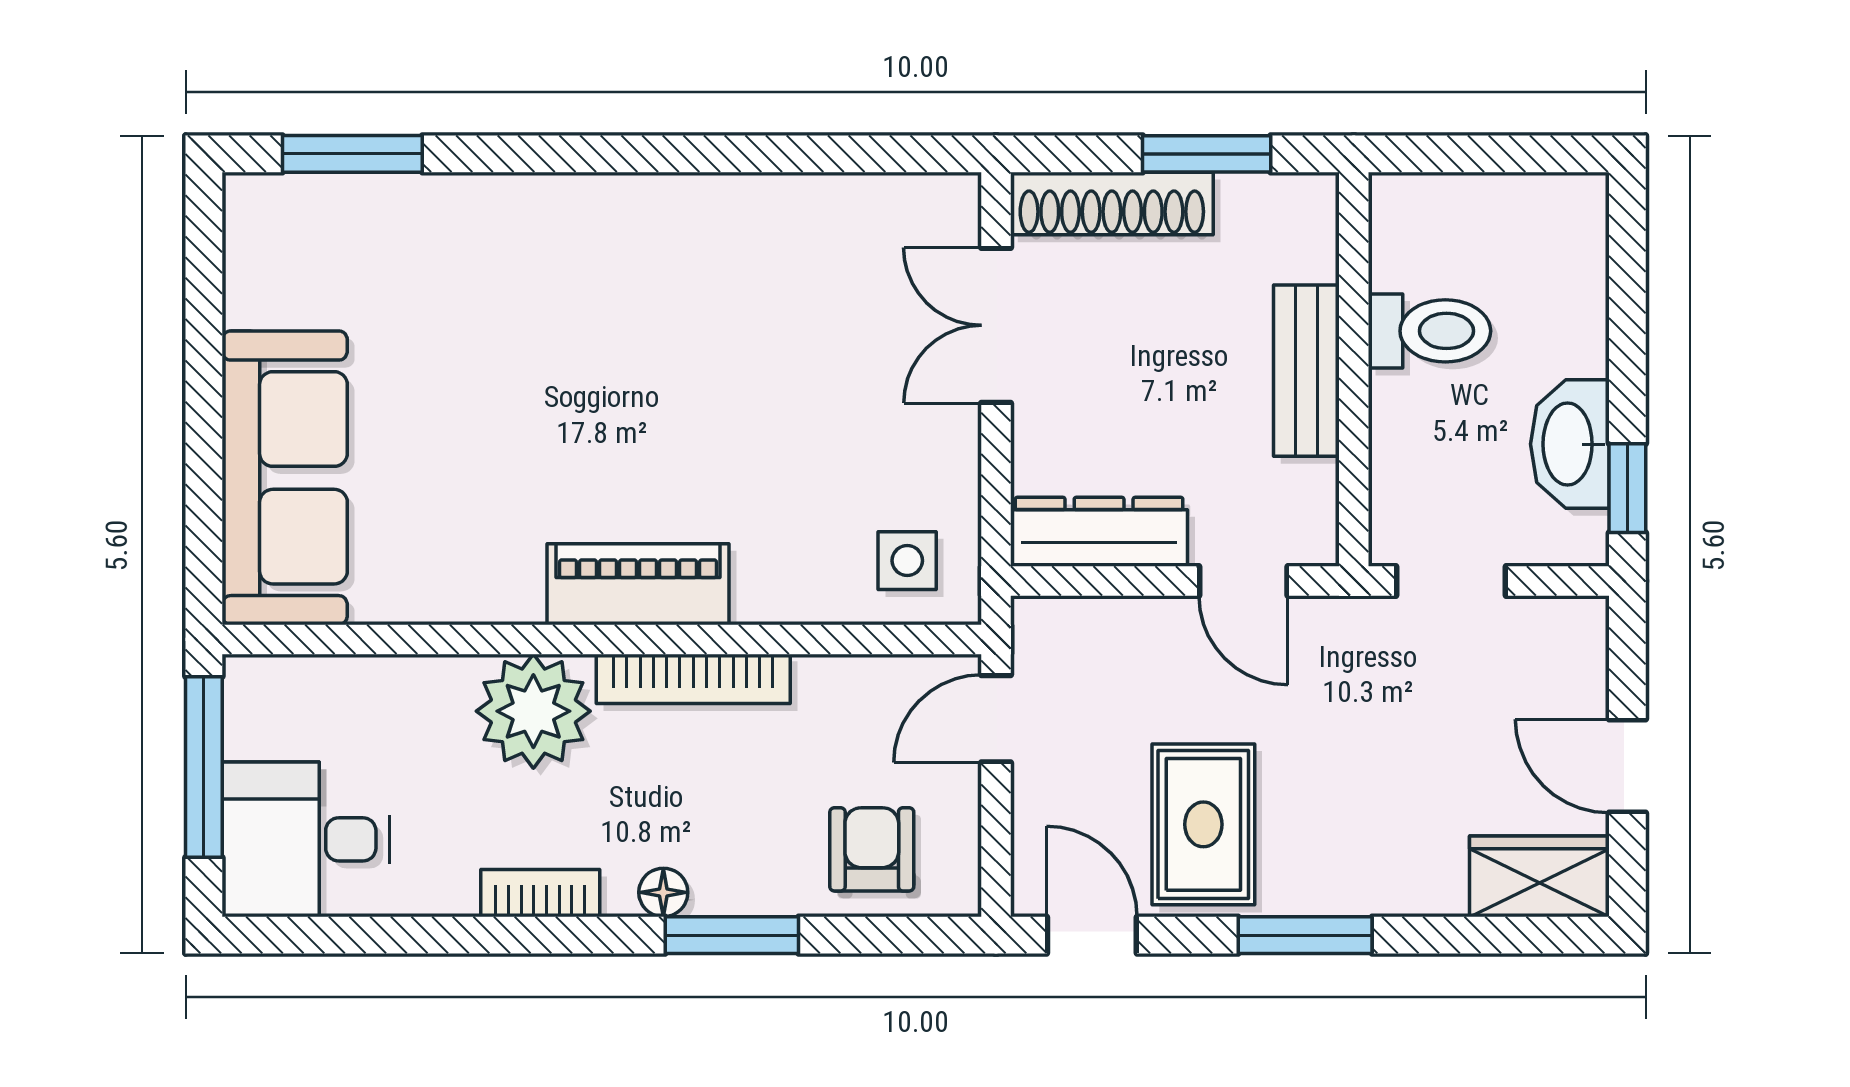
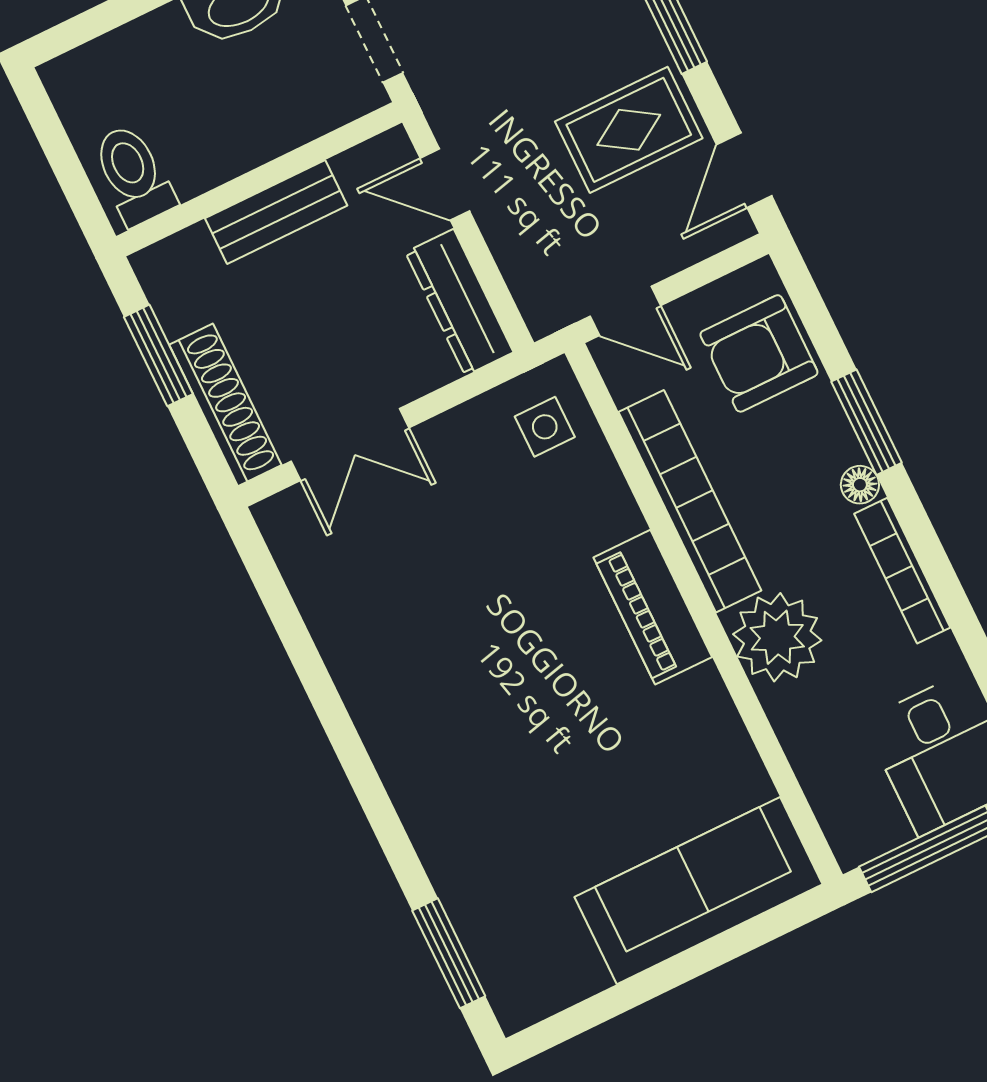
toilet: (1429, 331) -> (133, 175), moved
door: (1243, 581) -> (445, 185), swing flipped
bookcase: (693, 679) -> (690, 501), width x1.48, depth x1.31
armchair: (872, 849) -> (759, 353), width x1.38, depth x1.38
bookcase: (540, 893) -> (902, 571), width x1.56

